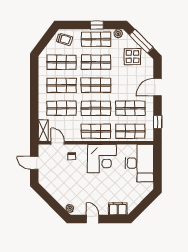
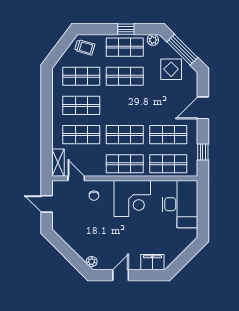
shop shelf: (96, 85) -> (125, 105), removed
door: (93, 219) -> (121, 275), hinge flipped

